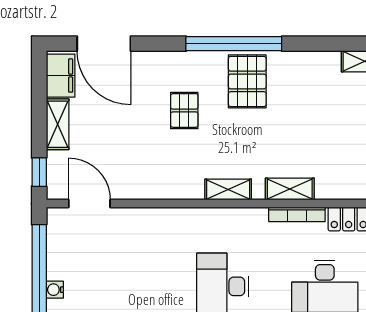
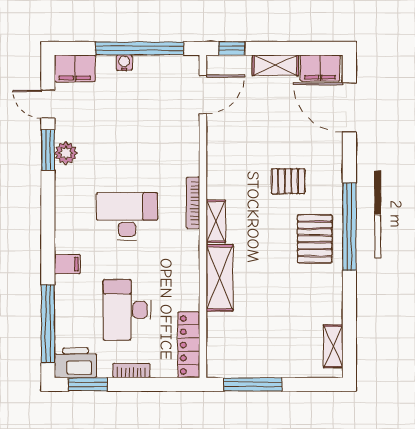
door: (104, 44) -> (349, 108), hinge flipped
pallet: (247, 81) -> (315, 239), turned 90
shelving: (290, 189) -> (220, 278), width x1.50, depth x1.33
bookcase: (297, 214) -> (193, 203), moved

